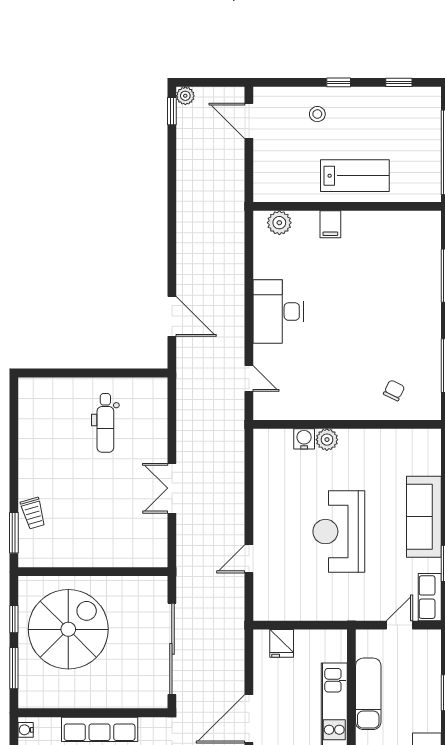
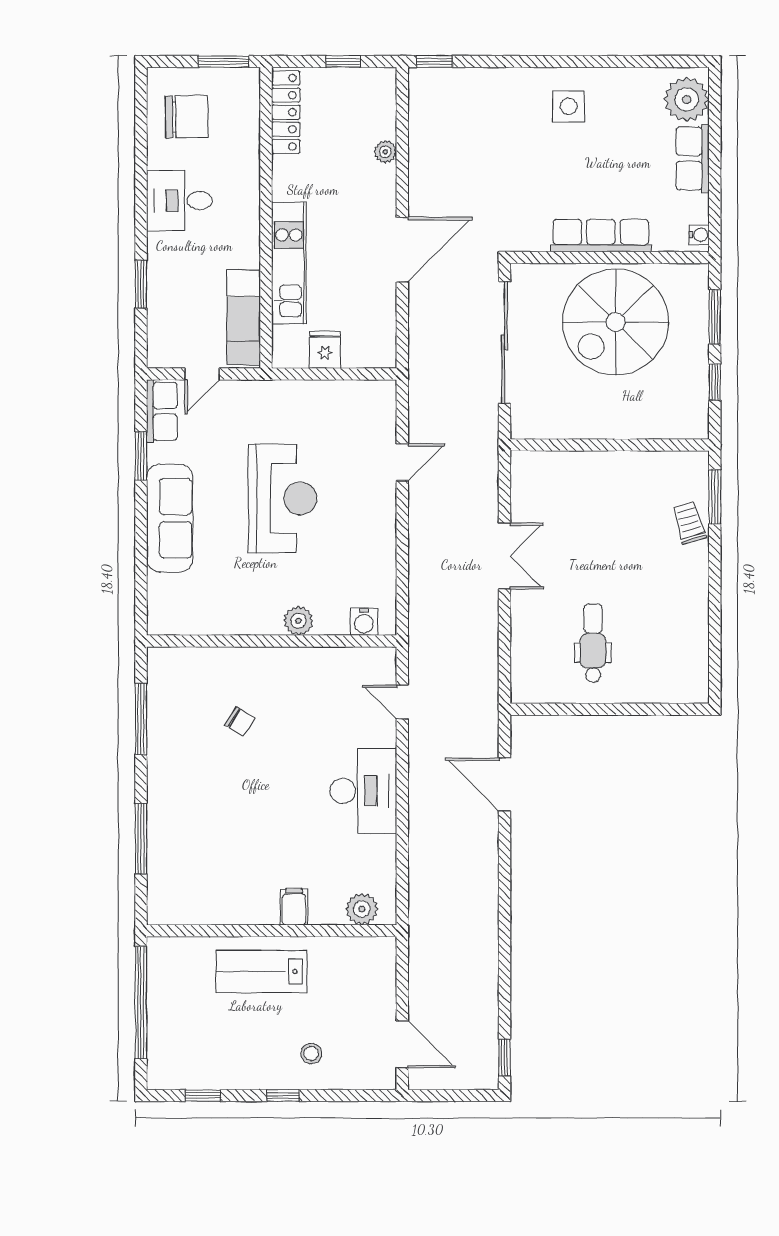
plant: (185, 96) -> (487, 1078), removed
chair: (394, 390) -> (240, 722), moved, turned -84
water cooler: (304, 439) -> (364, 622), moved
spiral stairs: (68, 629) -> (616, 322), moved
fridge: (282, 643) -> (325, 350), moved
exam couch: (368, 694) -> (244, 317), moved

